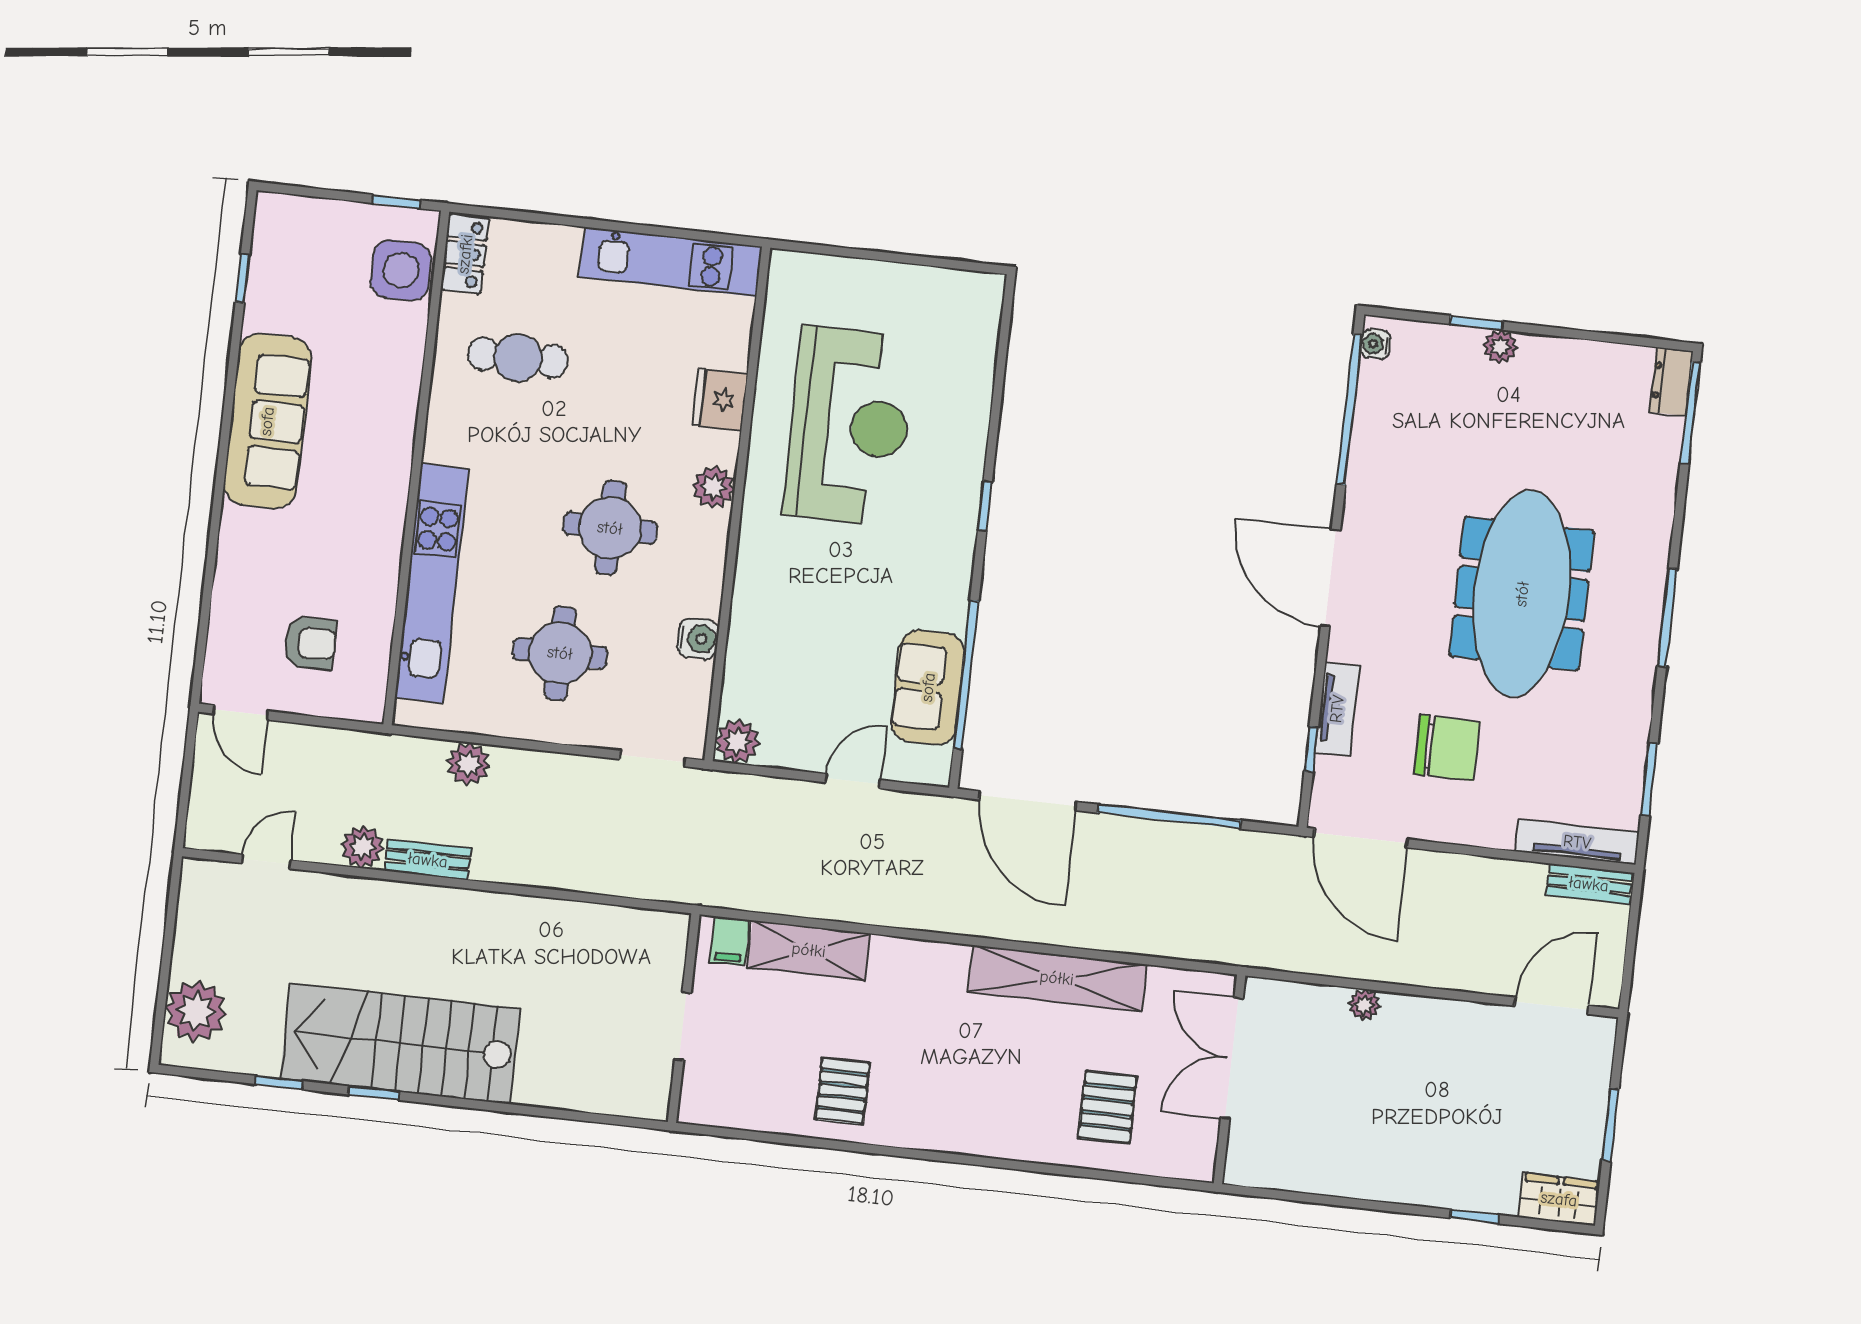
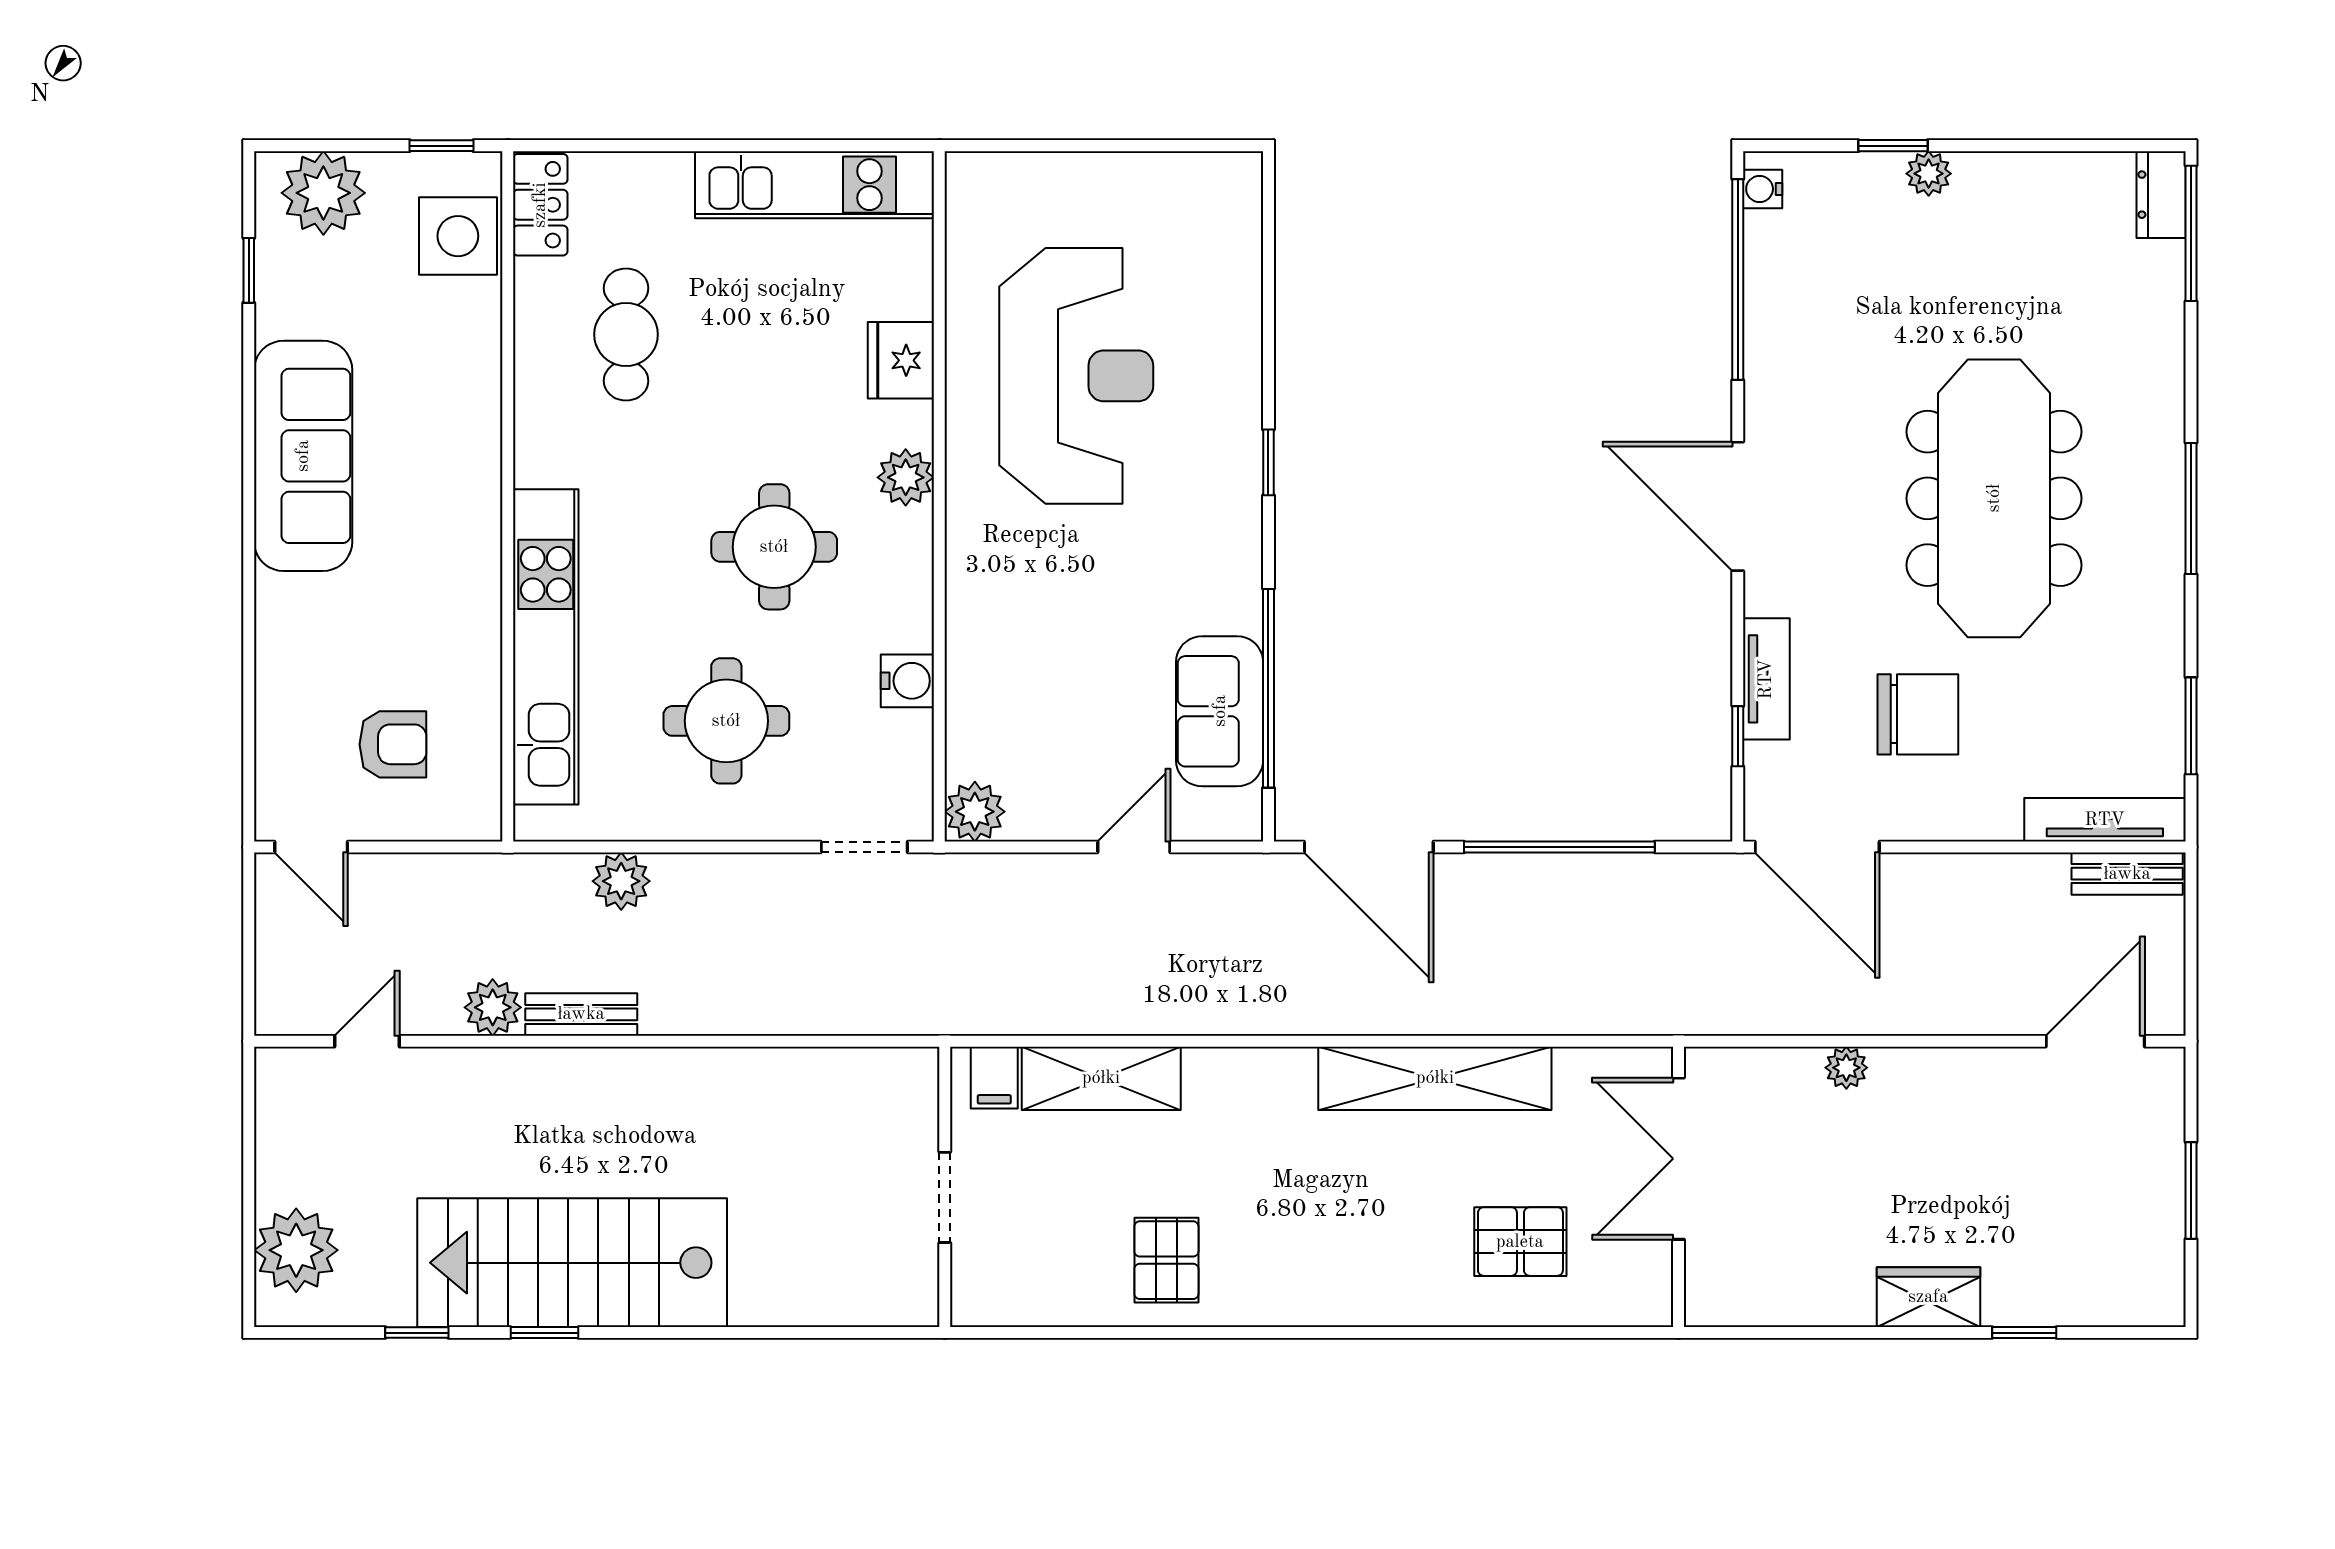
plant: (304, 227) -> (323, 193), added
cafe table: (518, 357) -> (626, 334), turned 90
pallet: (1107, 1107) -> (1520, 1242), turned 90
wardrobe: (1559, 1199) -> (1928, 1297), moved

